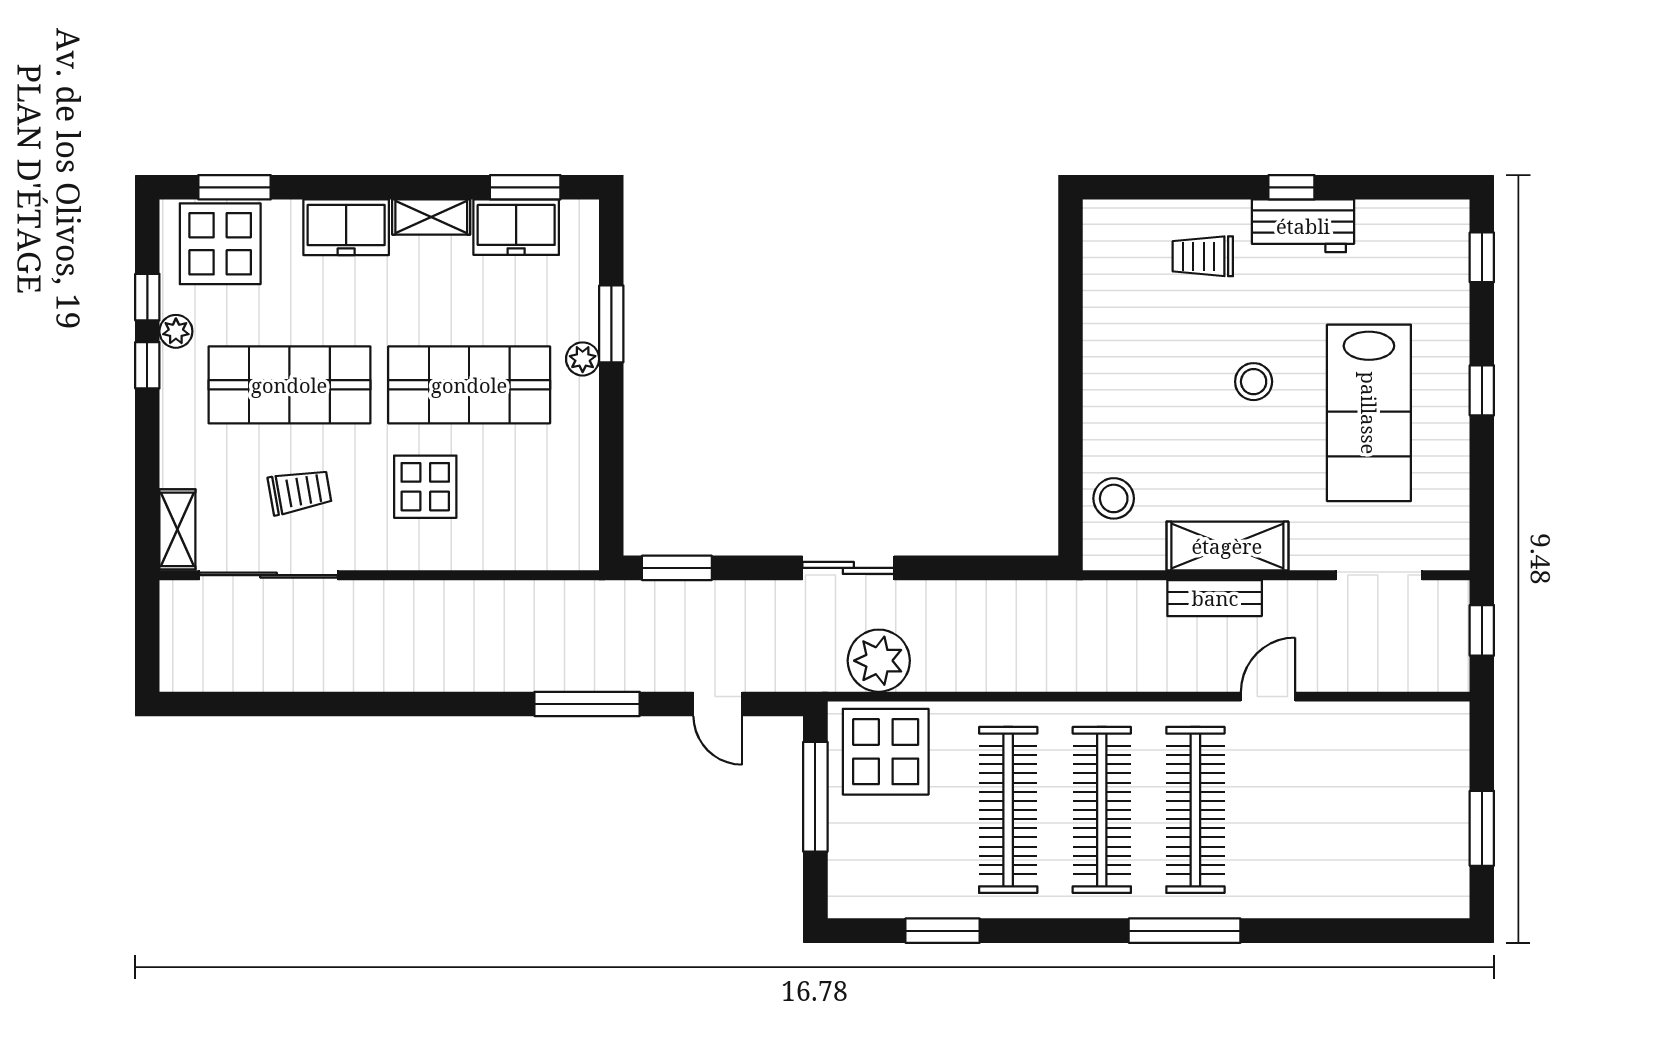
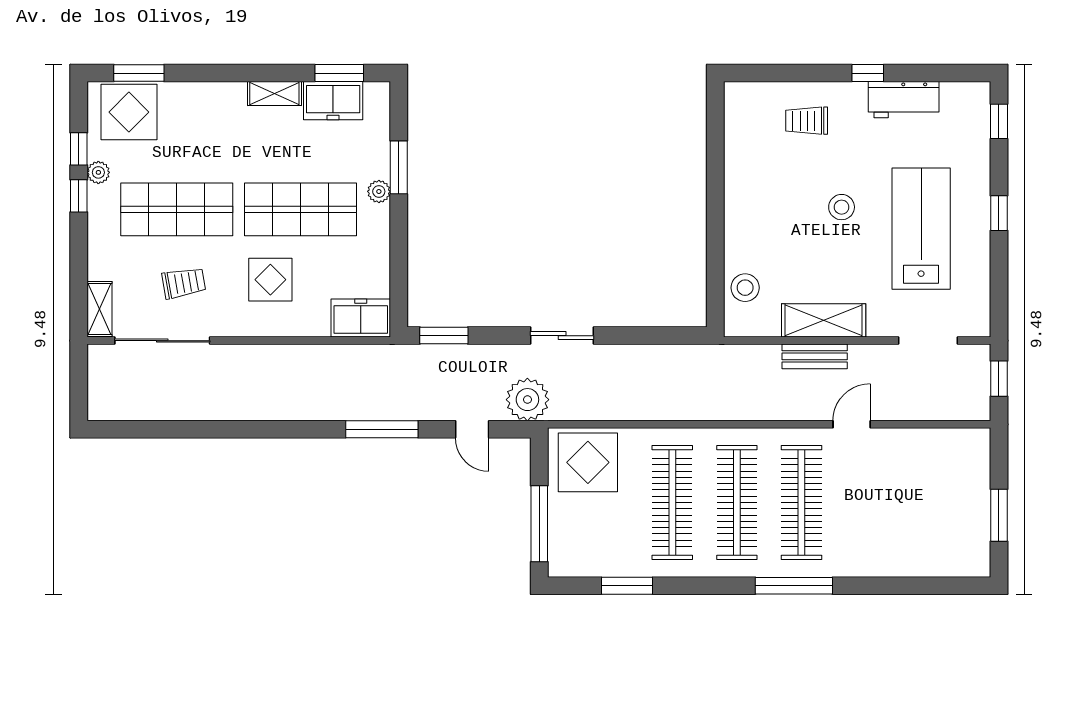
workbench: (1303, 226) -> (904, 100), moved
freezer: (346, 227) -> (361, 318), moved, turned 180
lab bench: (1369, 413) -> (921, 229), turned 180
plant: (879, 661) -> (527, 400), moved
window: (815, 797) -> (539, 524), moved

